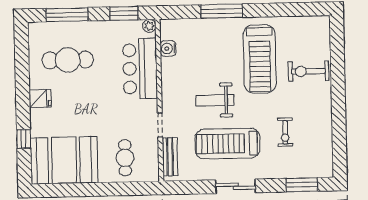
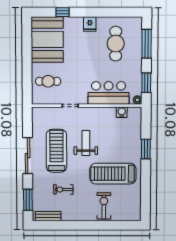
window: (222, 11) -> (146, 149), width x0.69
bench: (170, 157) -> (48, 216), moved
sliding door: (236, 186) -> (28, 156), width x1.37

